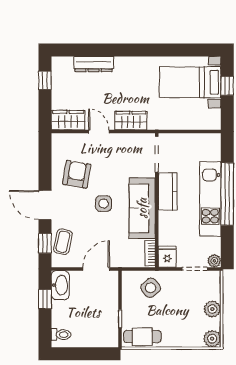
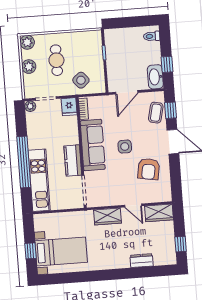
dresser: (94, 64) -> (142, 261), width x0.70
kitchen unit: (210, 199) -> (39, 180), moved
cafe table: (142, 337) -> (56, 60), moved, turned 90

